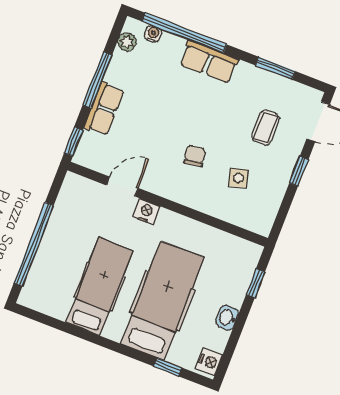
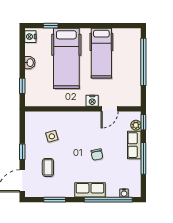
plant: (127, 42) -> (136, 125), moved
chair: (195, 156) -> (97, 155), moved

